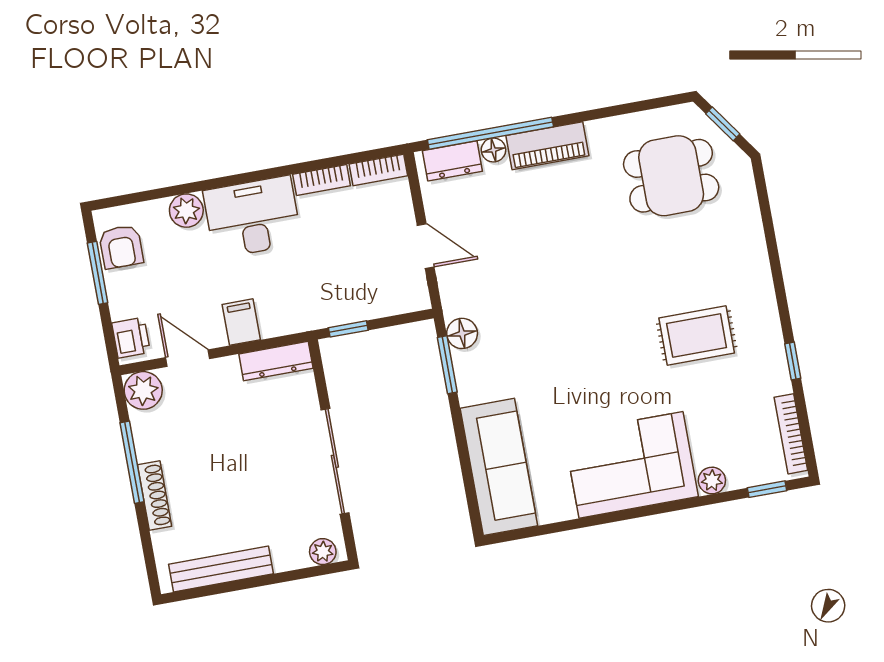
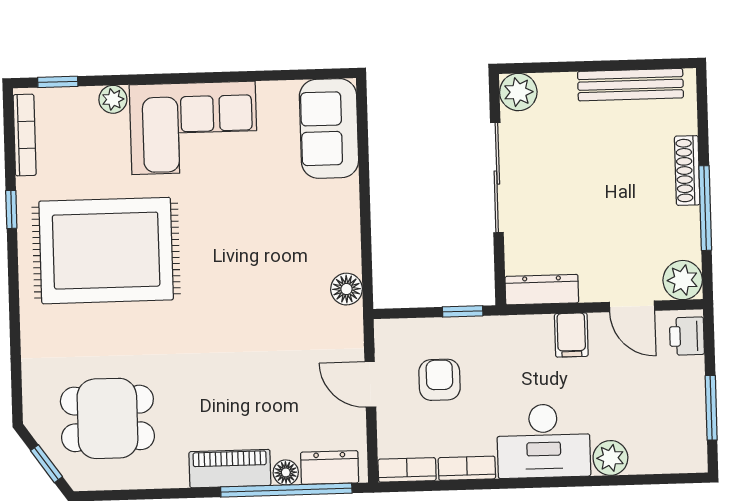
armchair: (121, 247) -> (440, 380), moved
rug: (697, 335) -> (106, 251), width x1.86, depth x2.06
window: (447, 365) -> (367, 259), removed
sofa: (499, 467) -> (329, 128), width x0.73
plant: (323, 552) -> (518, 92), width x1.38, depth x1.38

